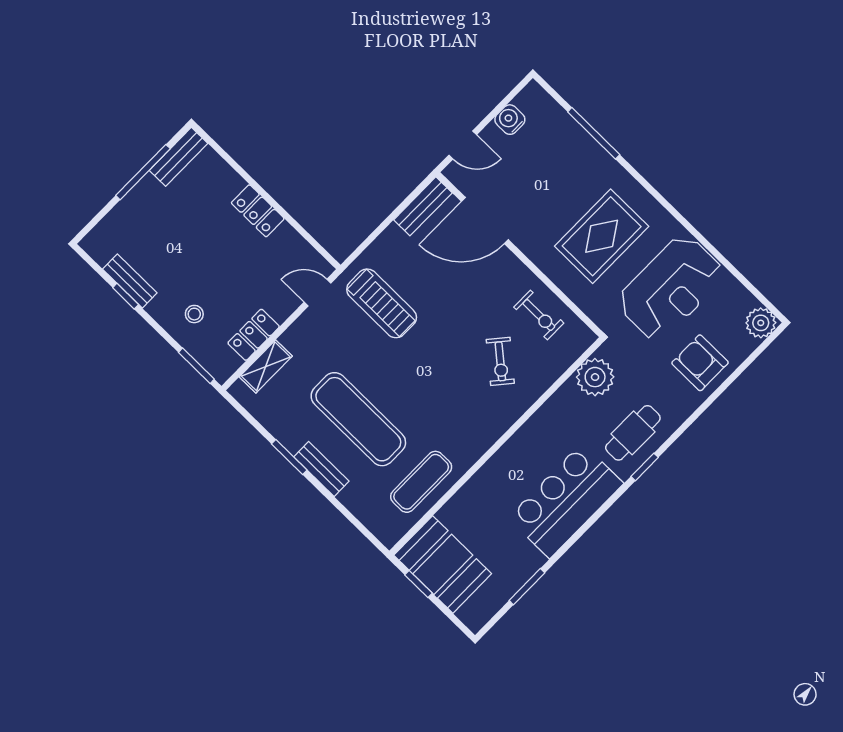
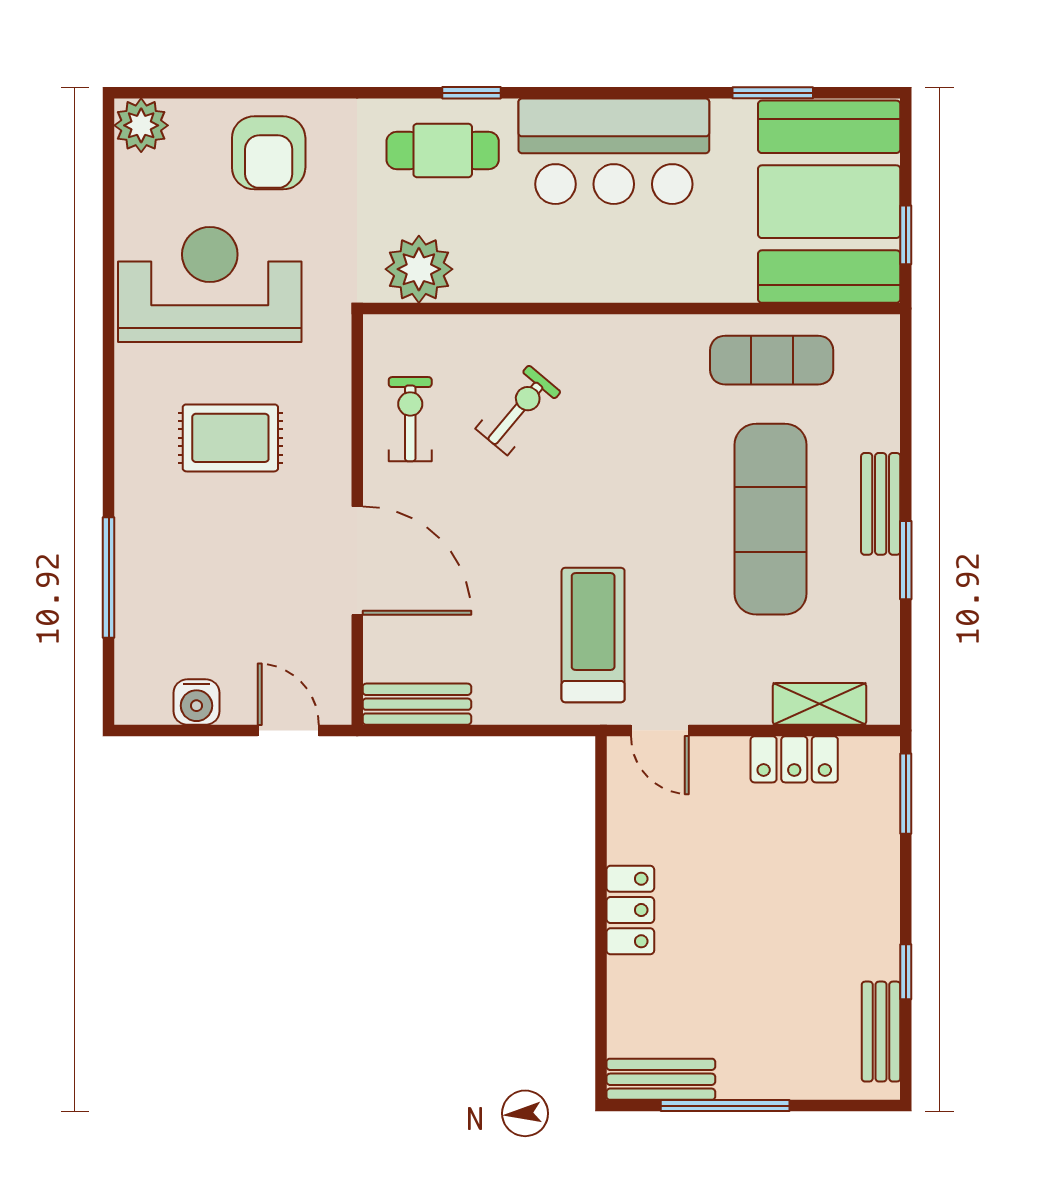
door: (485, 221) -> (357, 561), moved
rug: (602, 236) -> (230, 438), width x0.73, depth x0.70
bench: (130, 281) -> (881, 1032), moved
stool: (194, 314) -> (842, 861), removed
booth: (443, 564) -> (829, 202), width x1.36, depth x1.42

